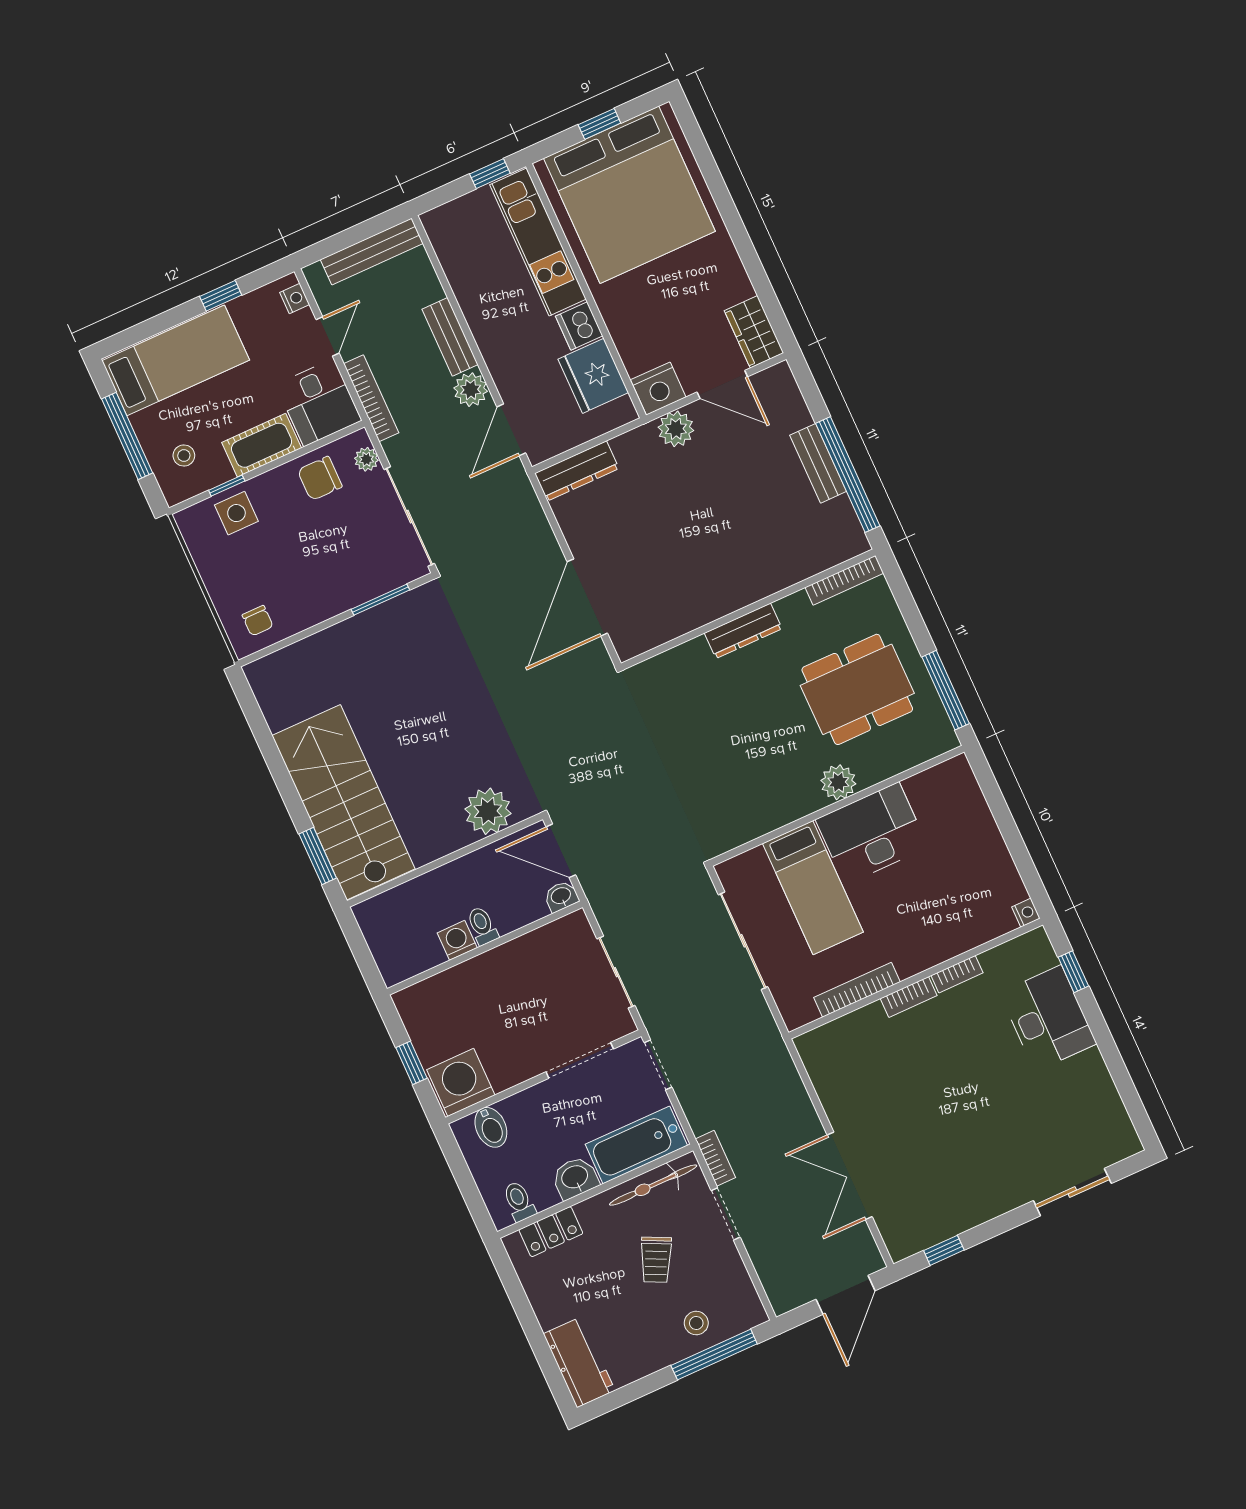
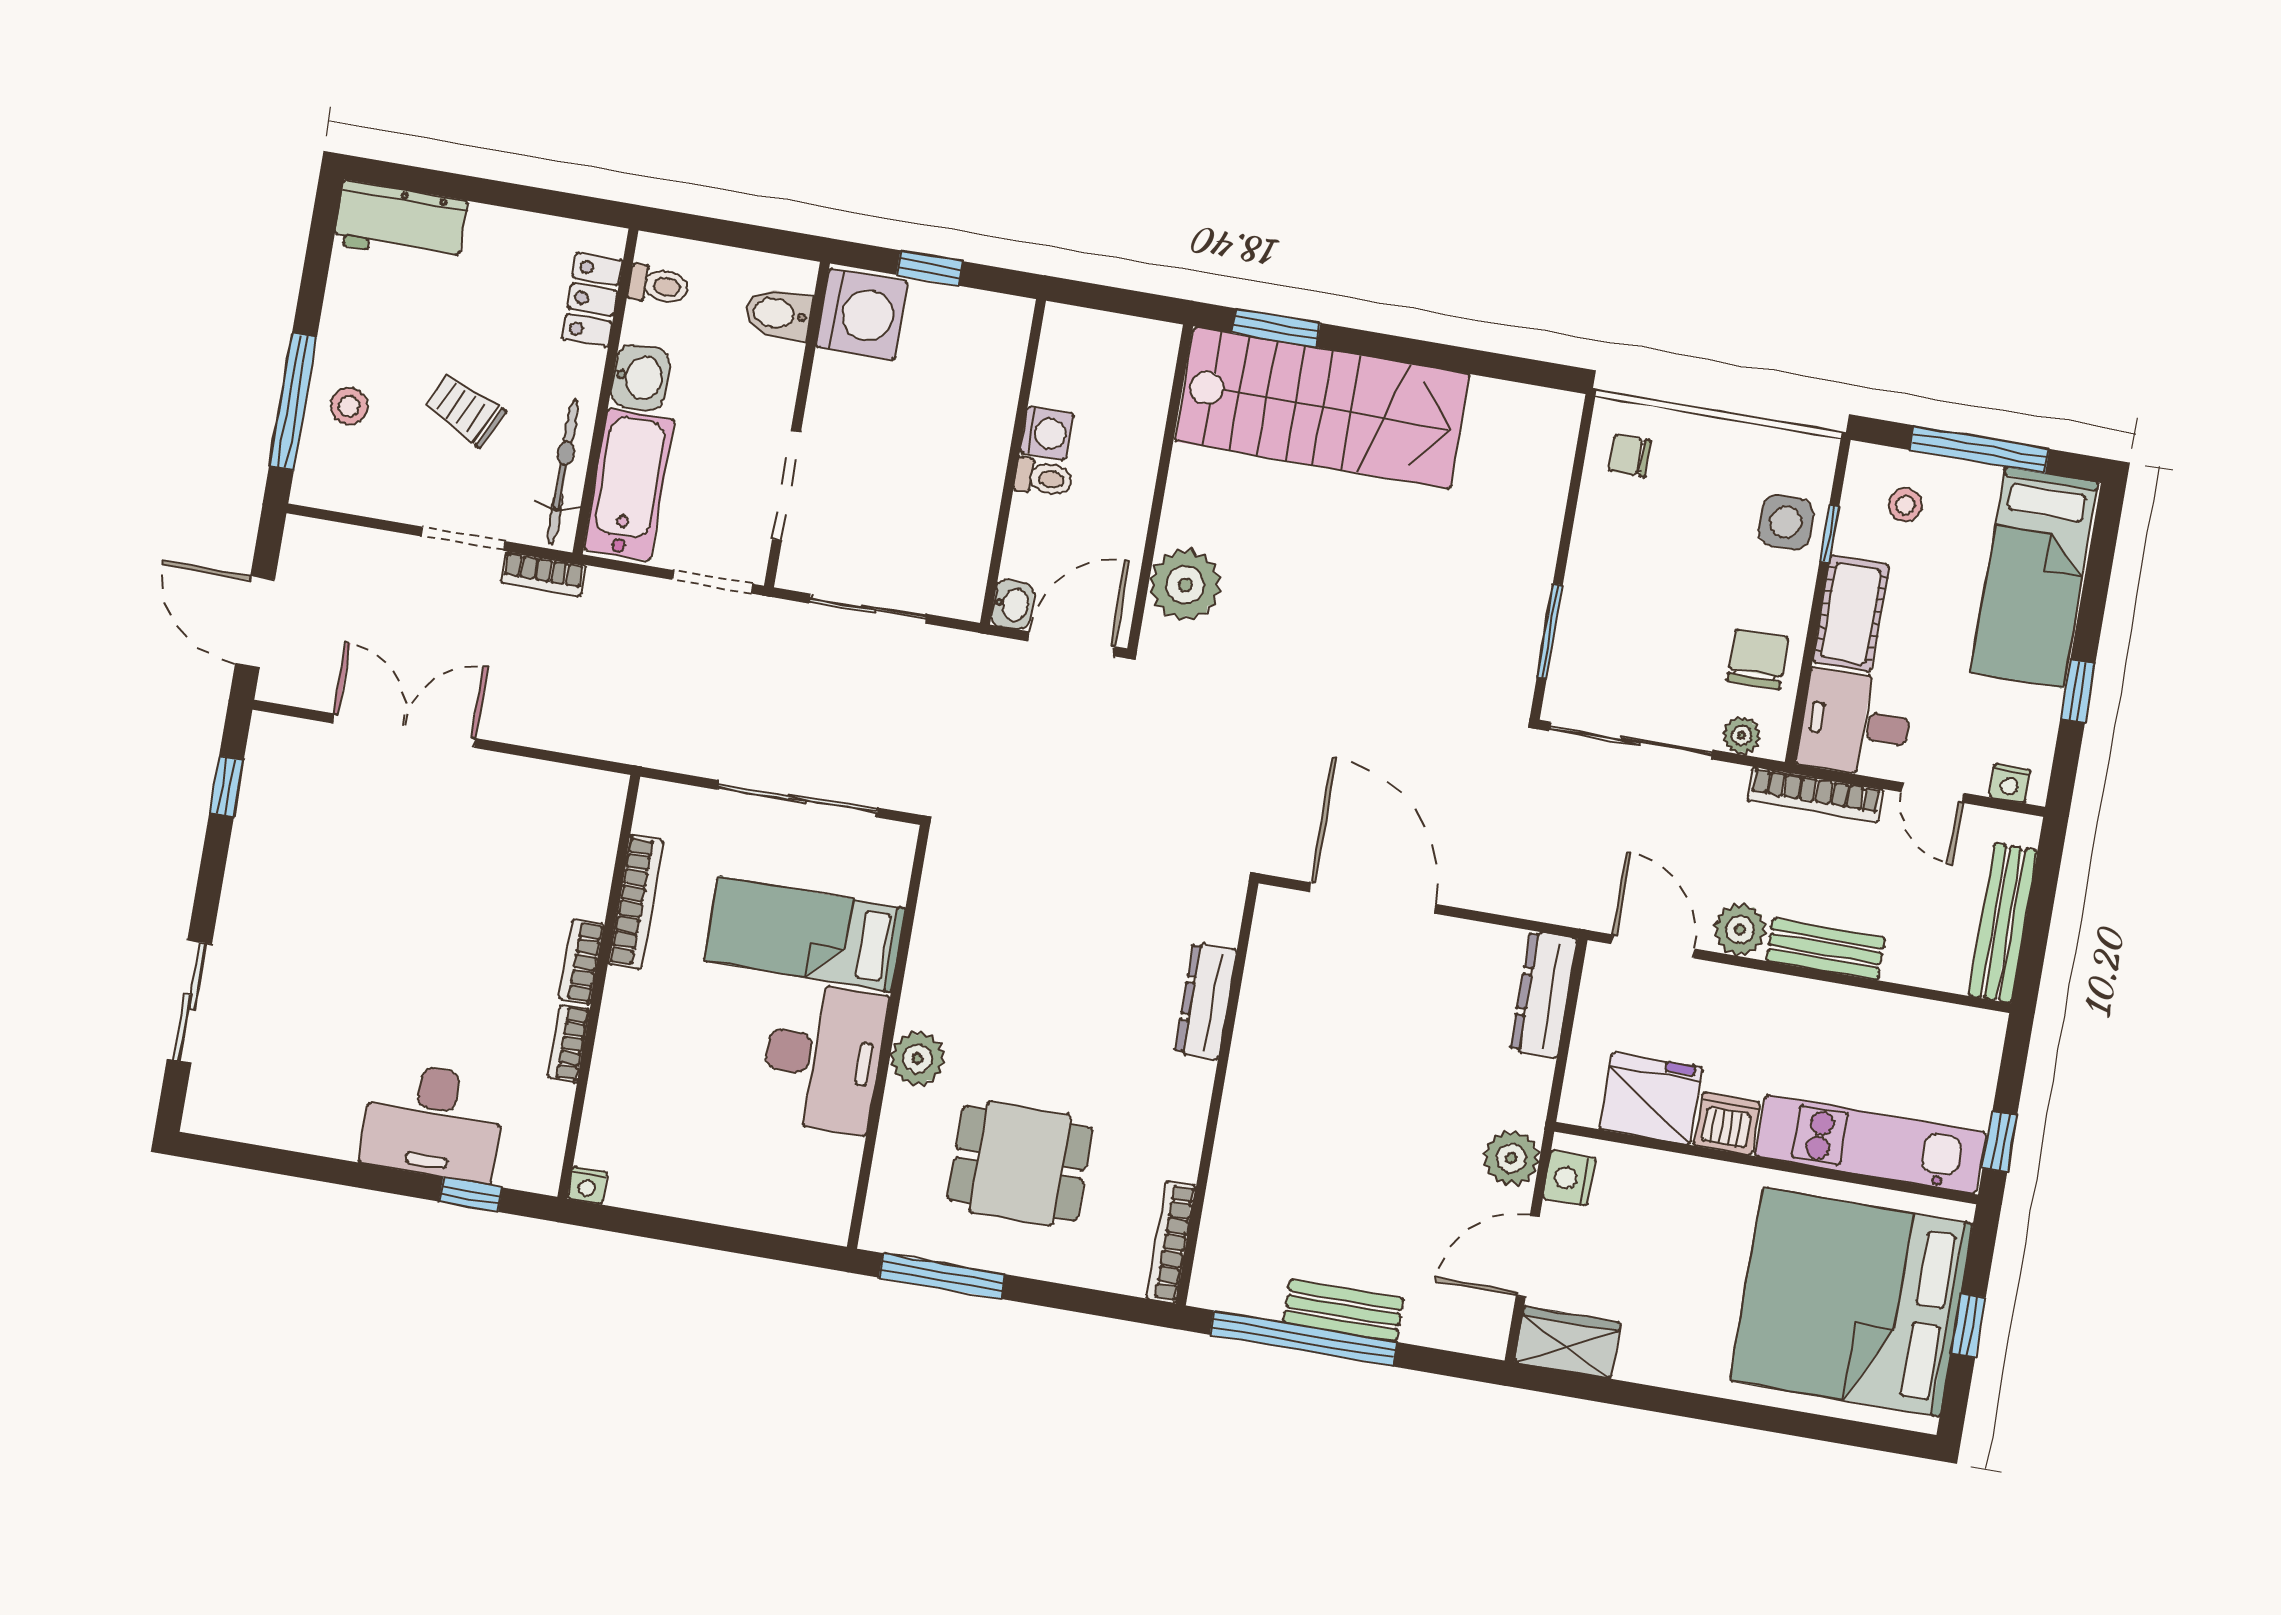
nightstand: (658, 389) -> (1569, 1178), width x0.74, depth x0.75
dresser: (743, 631) -> (1206, 1001), moved
dining table: (857, 689) -> (1020, 1164), width x0.73

